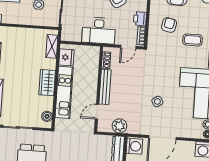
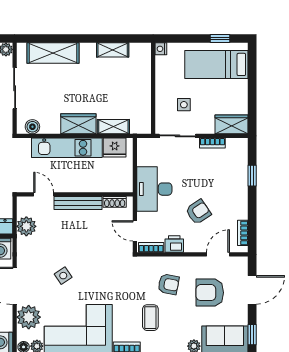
shelving: (52, 46) -> (113, 127), moved
plant: (186, 129) -> (29, 317), added

